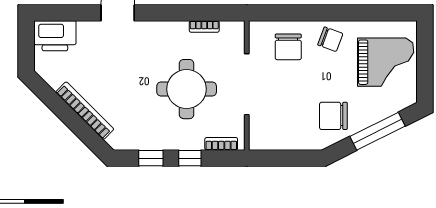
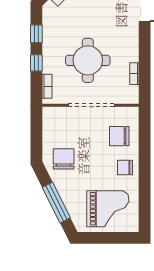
chair: (330, 39) -> (125, 167), turned 70
grand piano: (386, 62) -> (108, 209), turned -90
chair: (333, 116) -> (64, 159), moved

